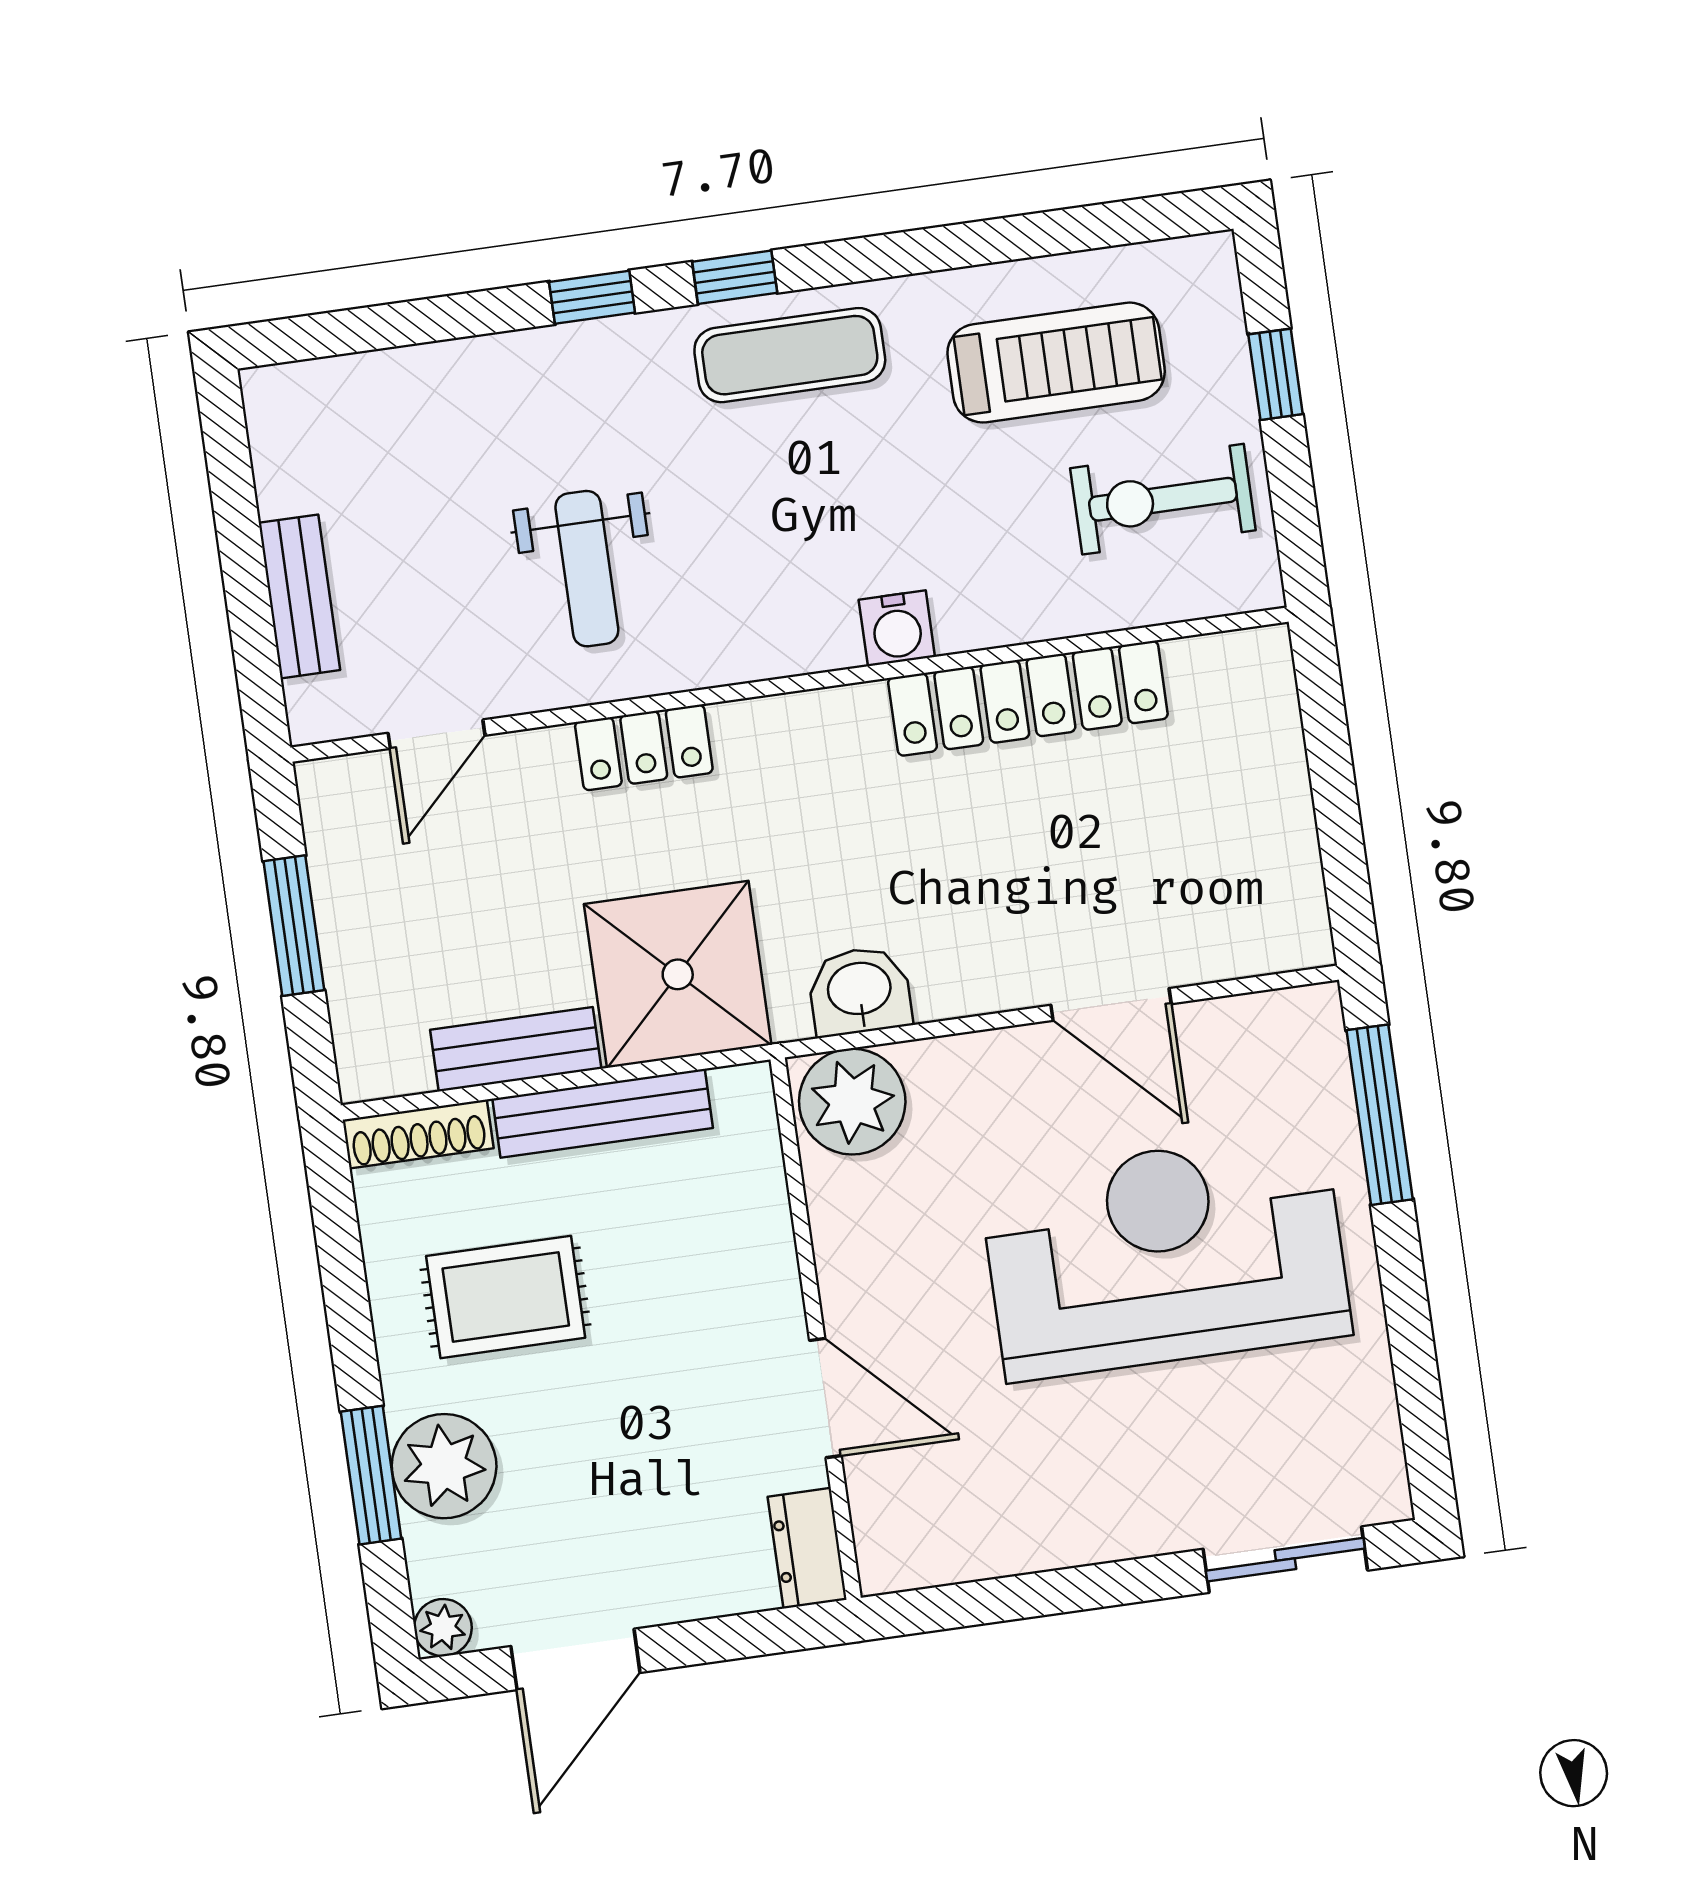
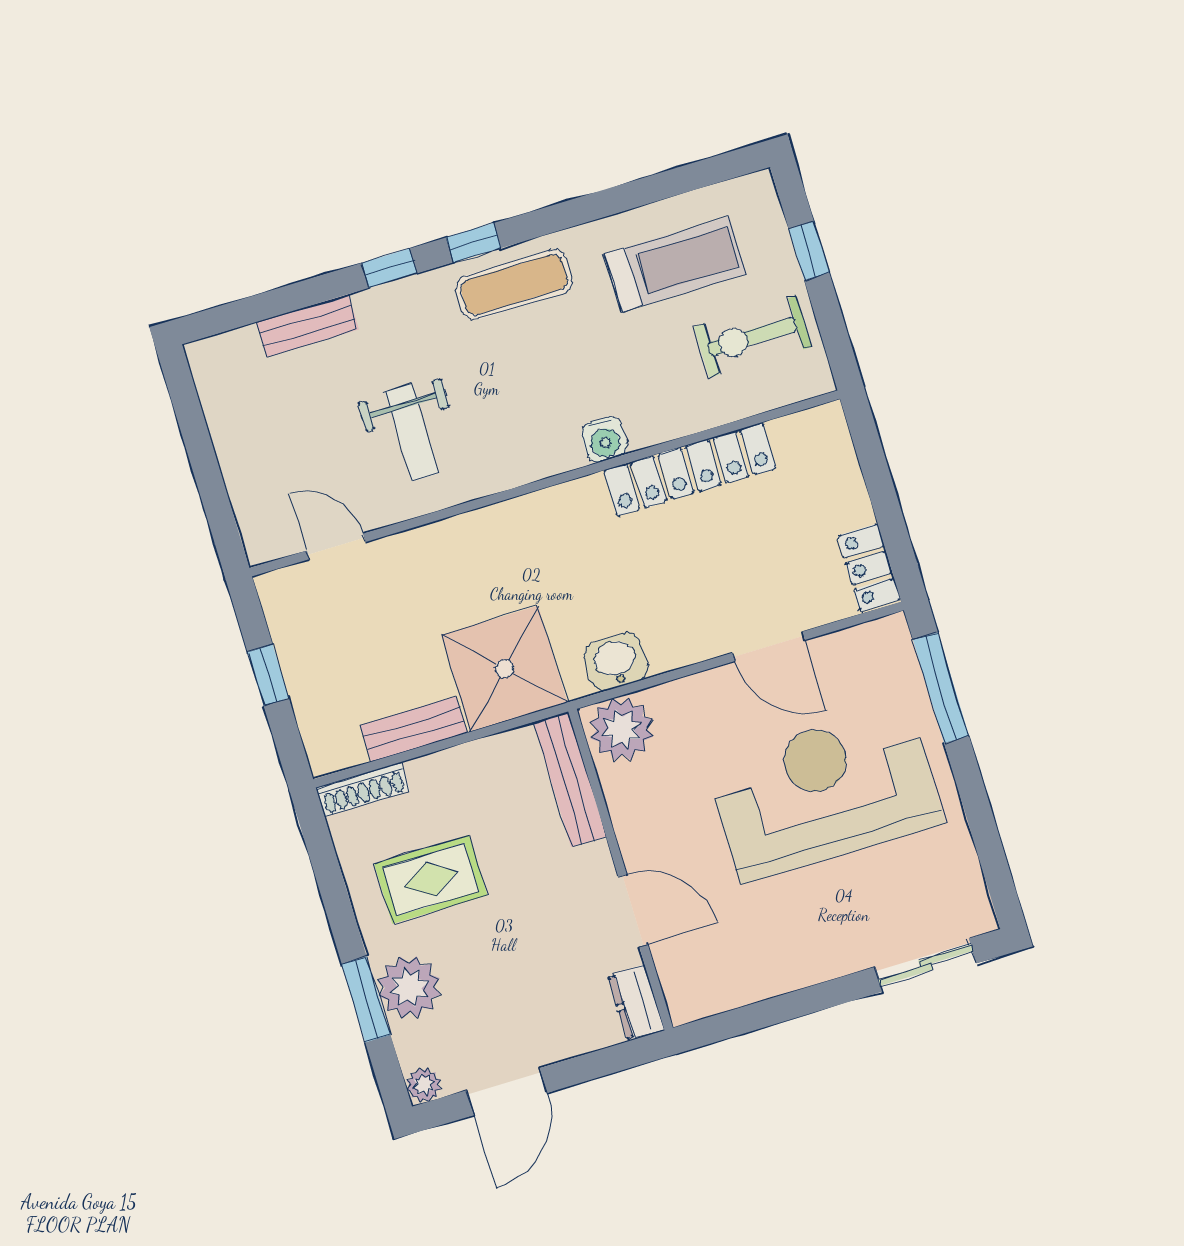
bench: (299, 596) -> (308, 326), moved, turned 90
door: (437, 734) -> (336, 546), swing flipped
locker: (644, 747) -> (869, 568), moved, turned 90
window: (294, 926) -> (268, 675), width x0.67
bench: (603, 1113) -> (570, 779), moved, turned 90

